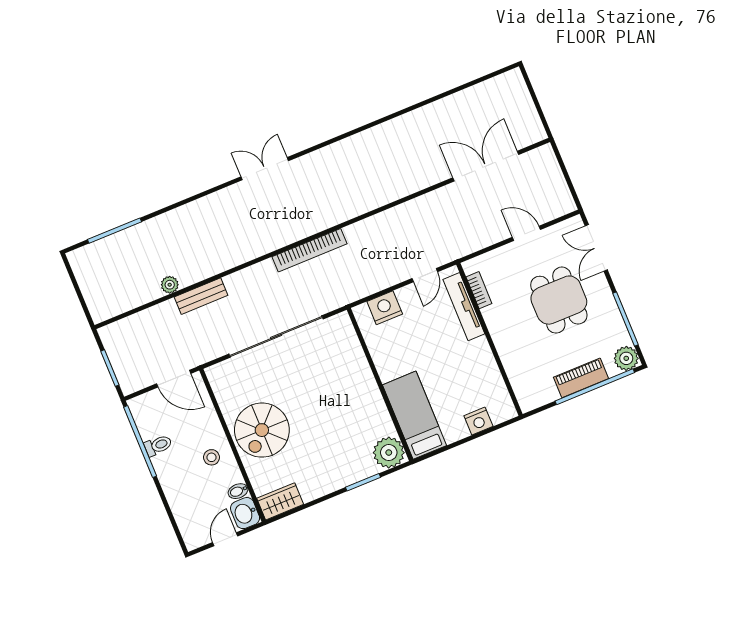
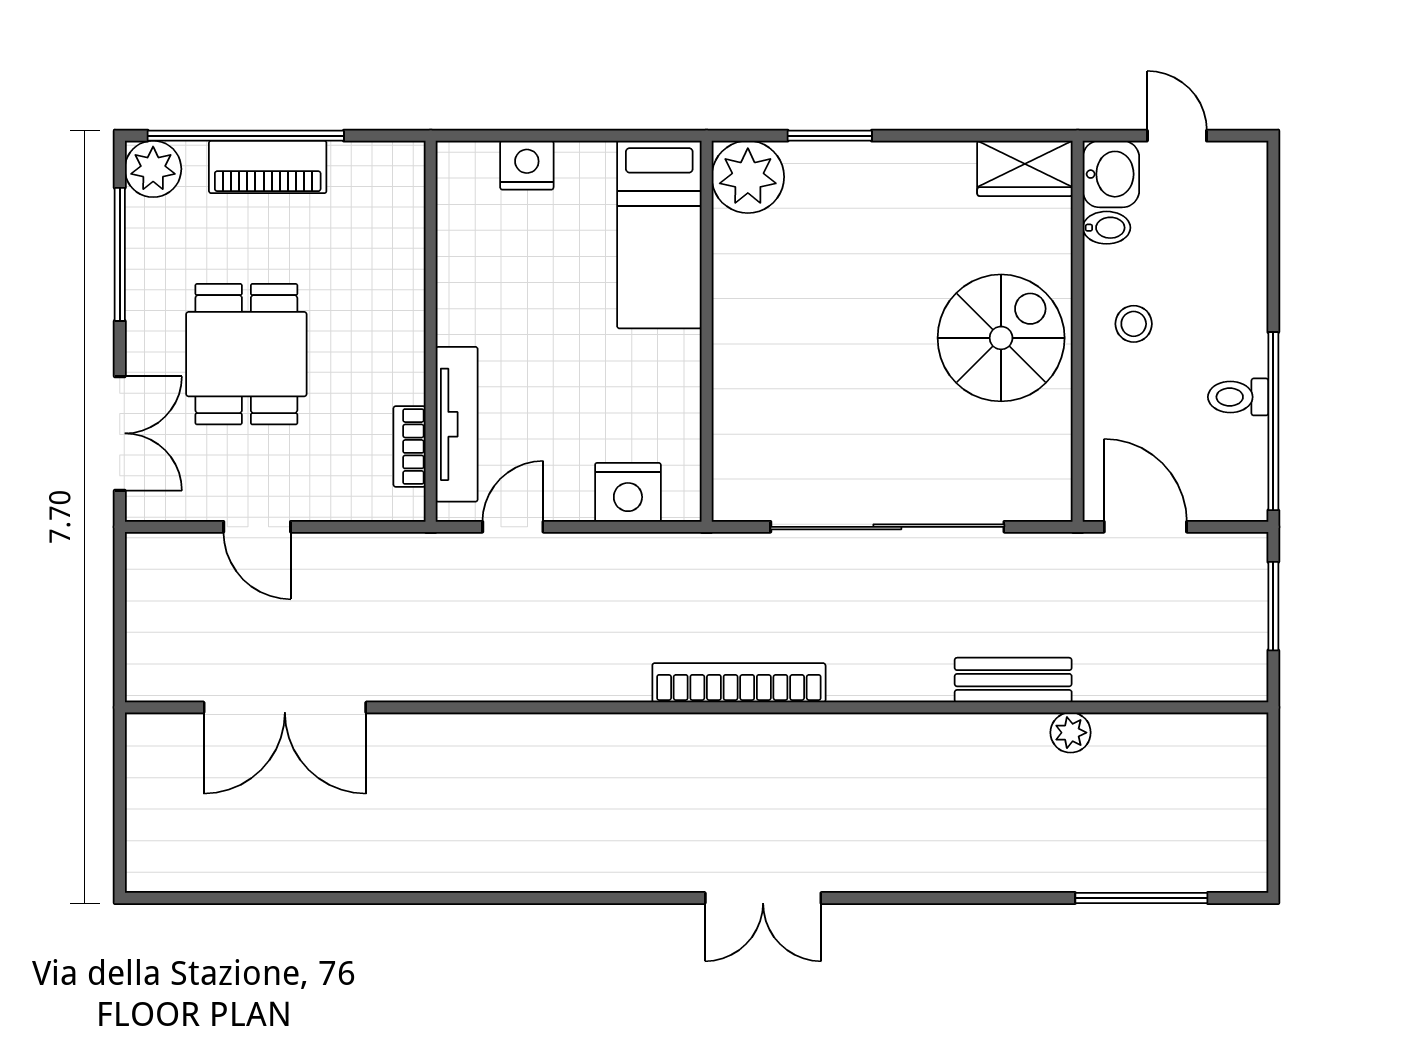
door: (225, 539) -> (1177, 136), swing flipped

